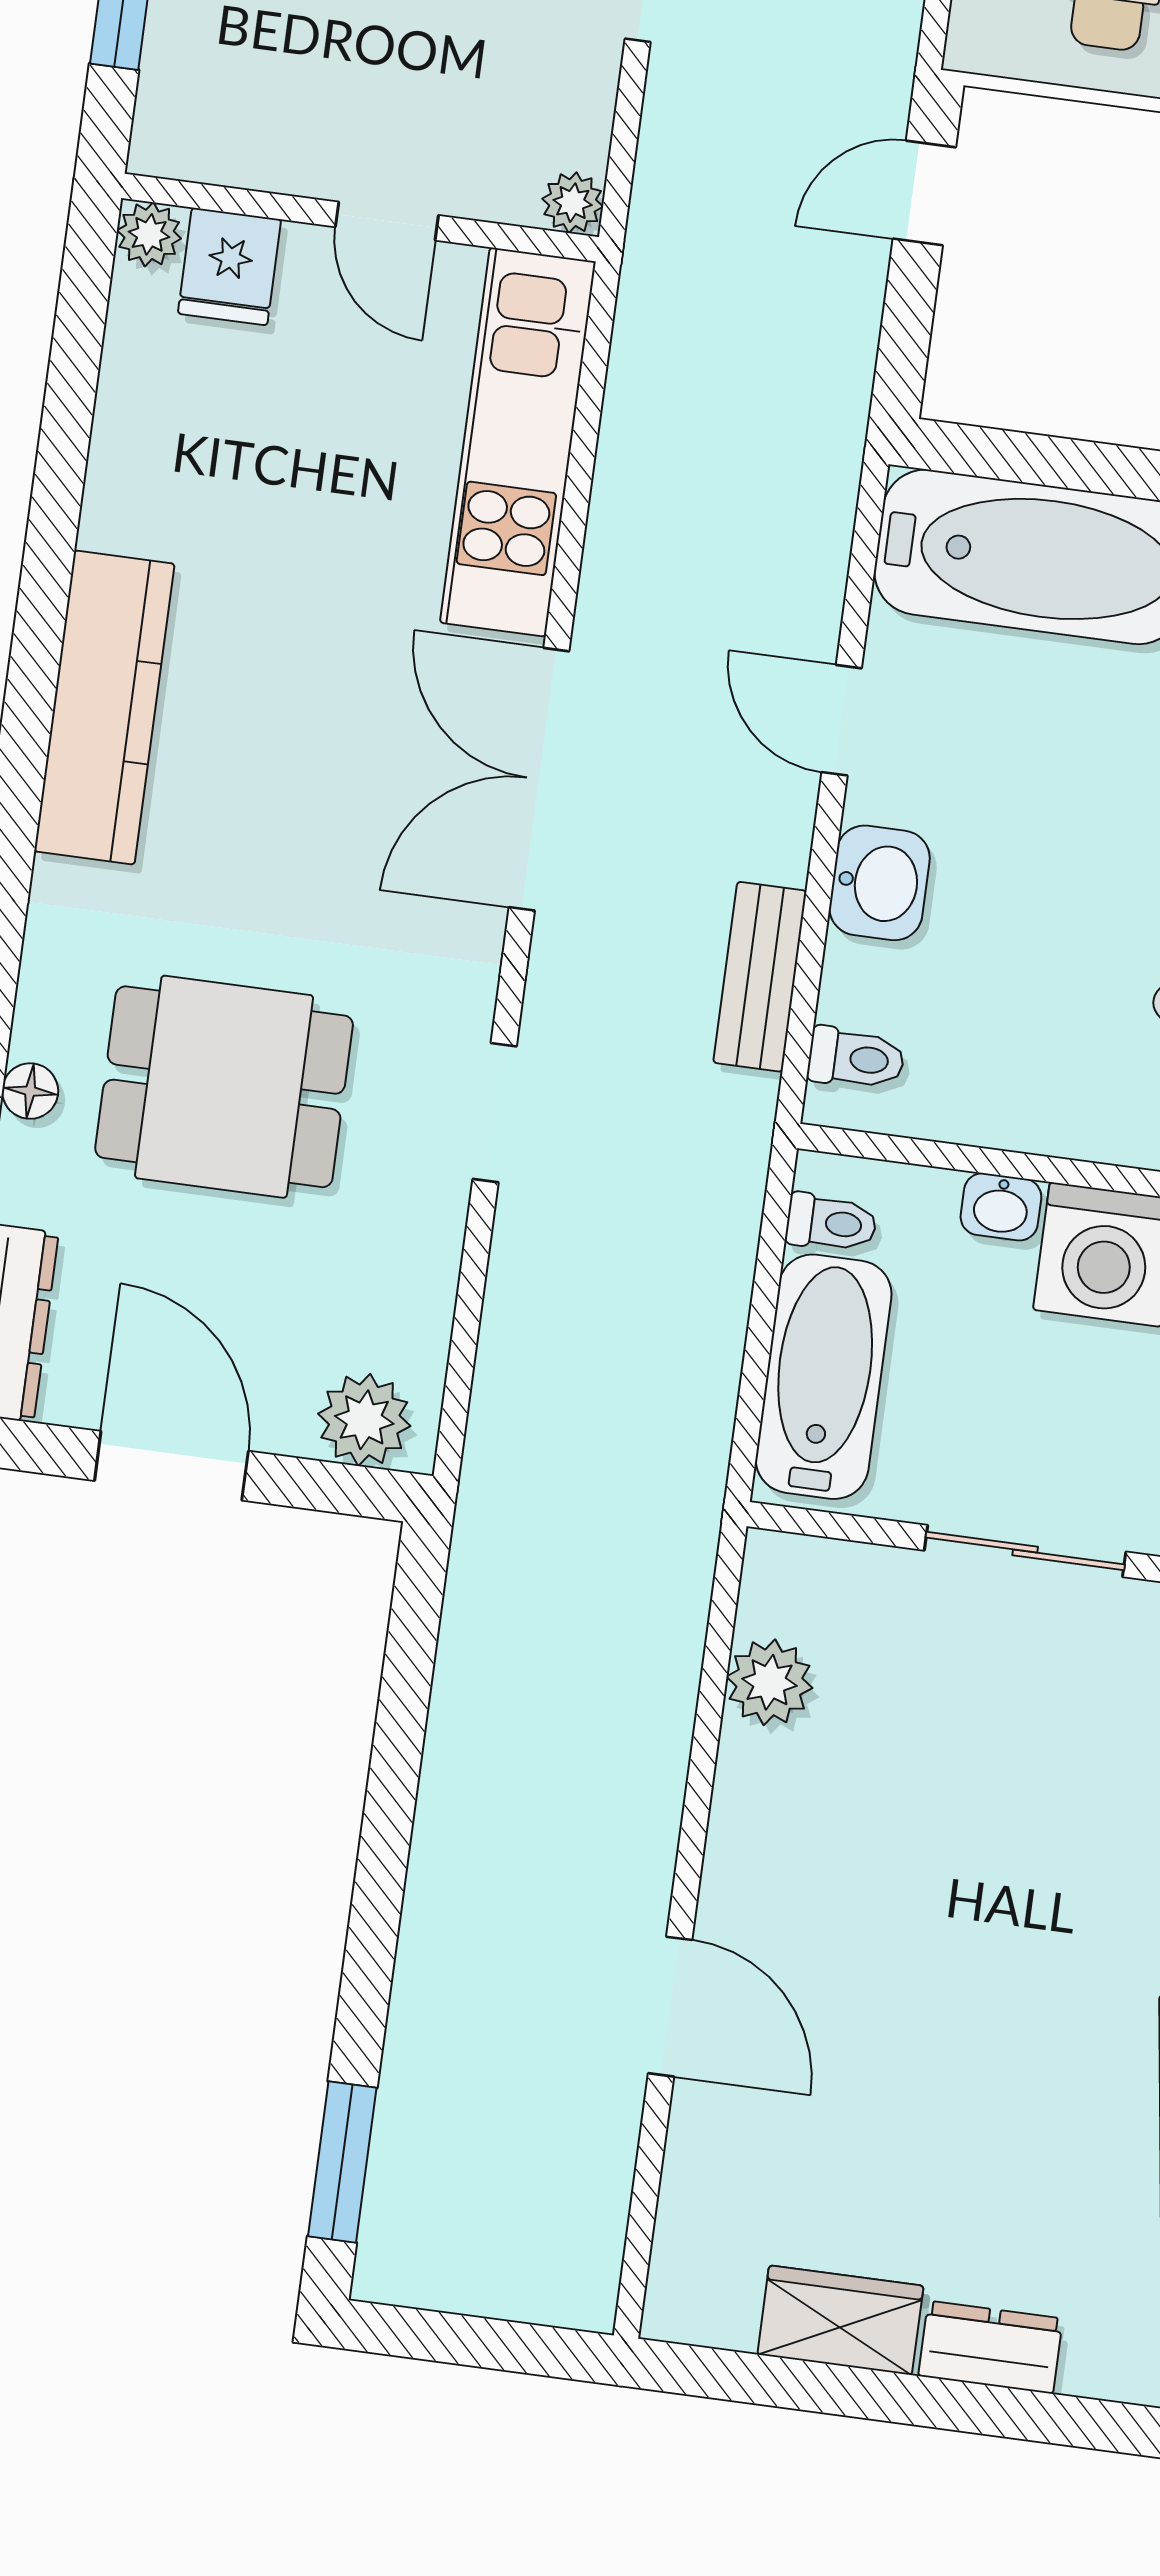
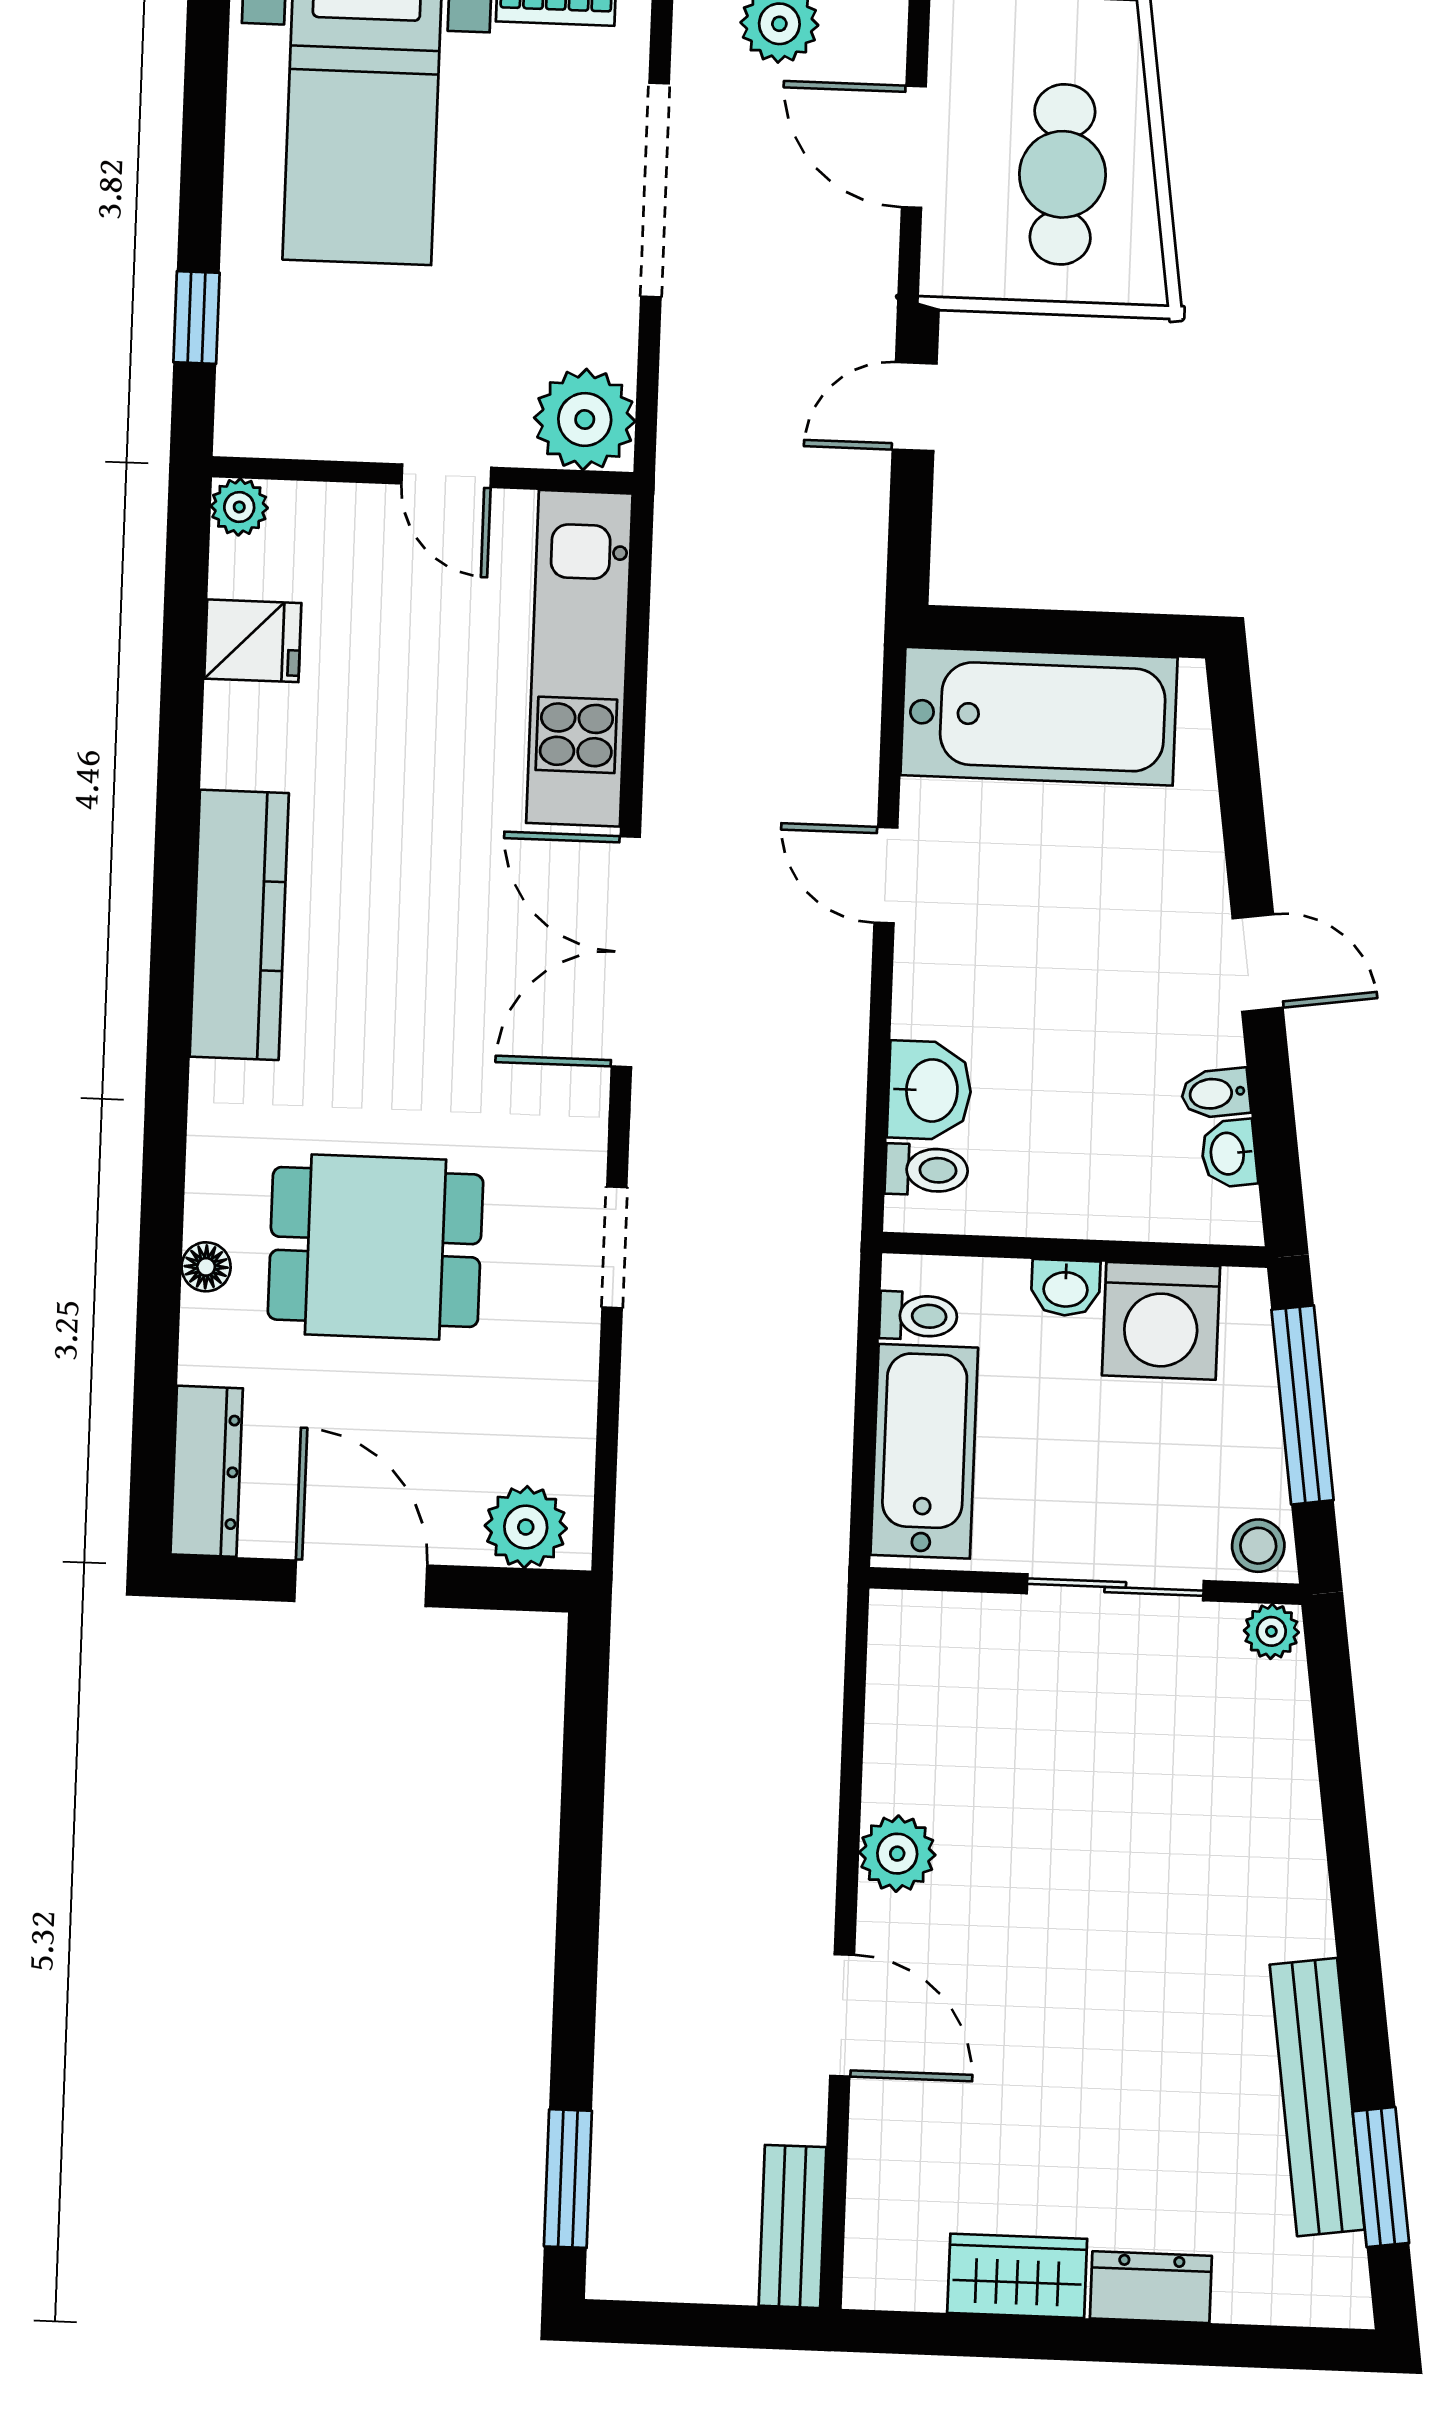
plant: (573, 203) -> (585, 419), width x1.87, depth x1.87
fridge: (229, 267) -> (253, 641), moved, turned -90
washbasin: (879, 883) -> (929, 1090), moved
bench: (760, 977) -> (793, 2226), moved
plant: (769, 1682) -> (897, 1854), moved

